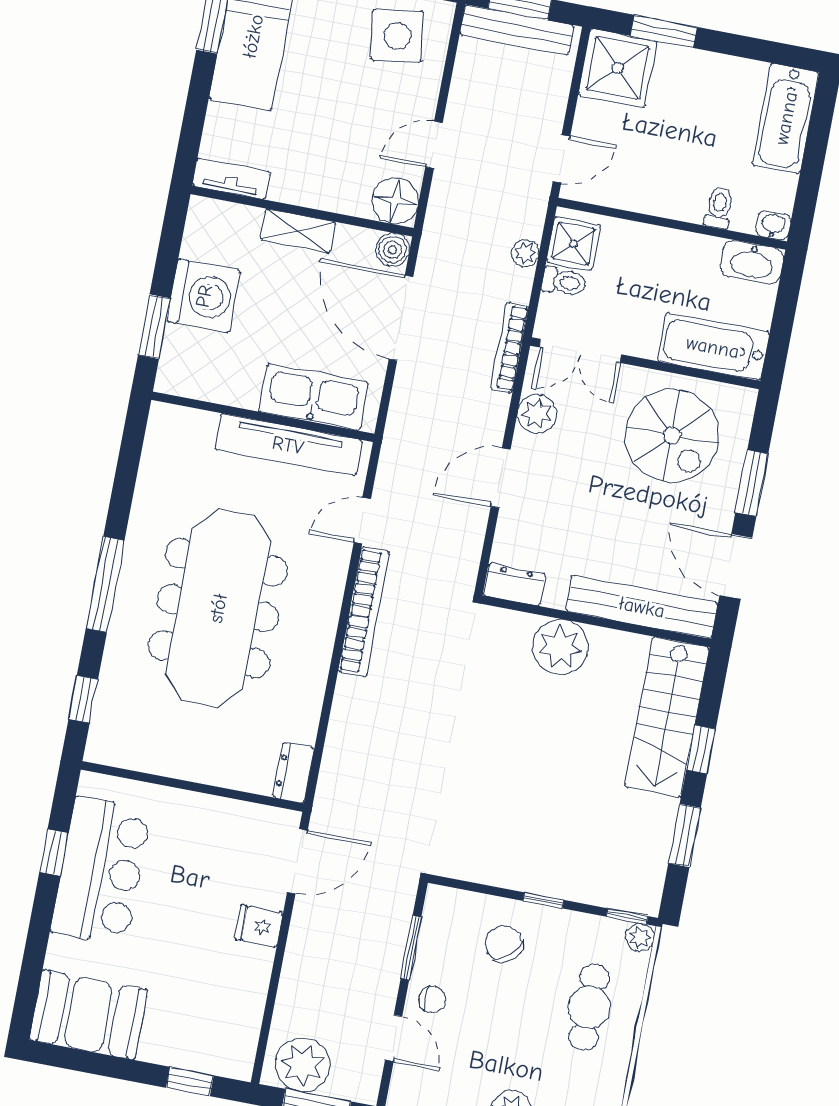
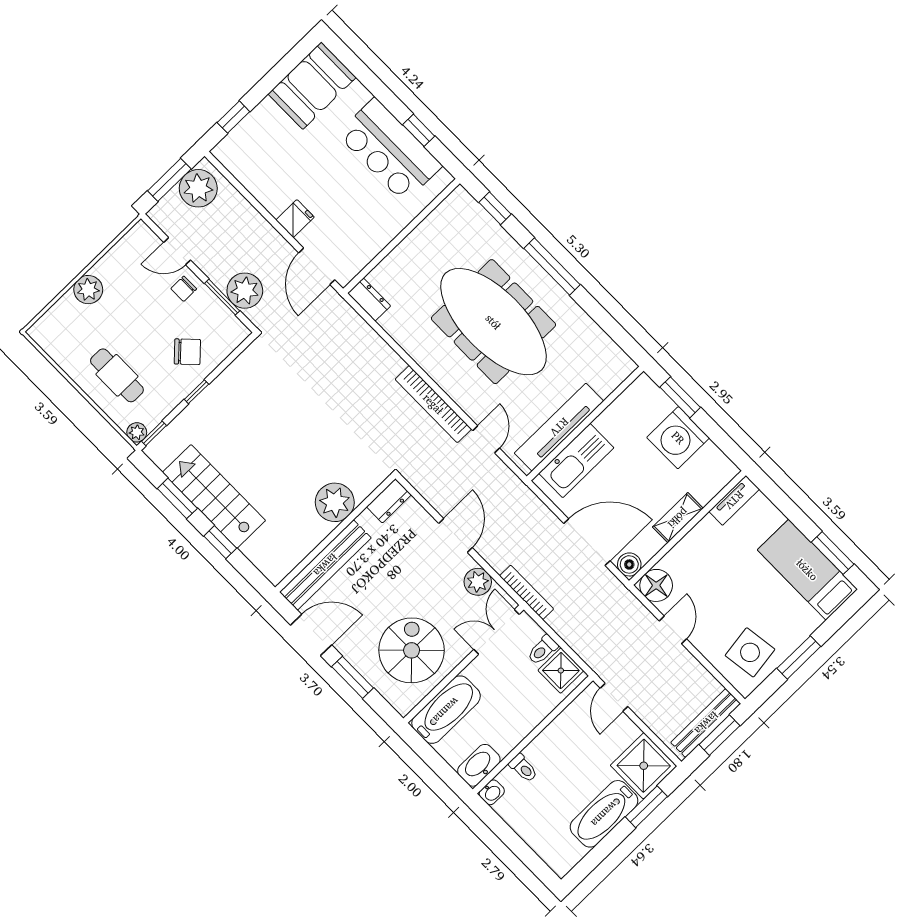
bathtub: (786, 118) -> (604, 814), moved, turned -90
plant: (525, 253) -> (245, 291), moved, width x1.88, depth x1.88
spiral stairs: (672, 436) -> (412, 650), turned 90
stairs: (667, 717) -> (214, 496), moved

